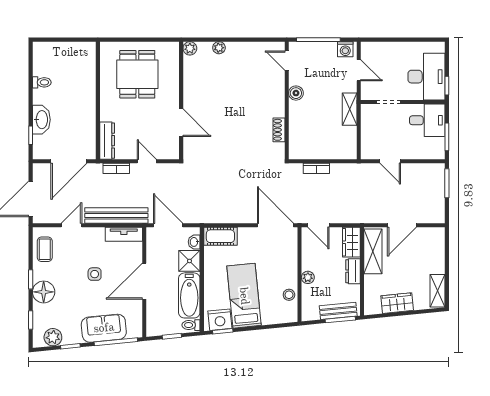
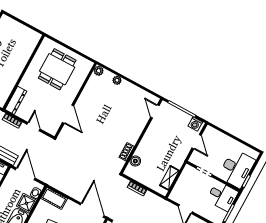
boiler: (296, 93) -> (135, 161), moved
shelving: (350, 109) -> (169, 178), moved

